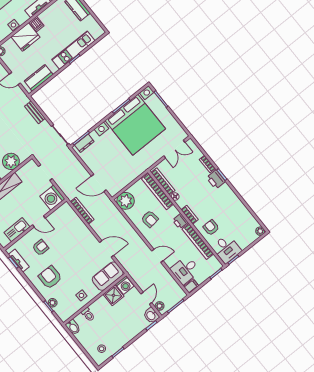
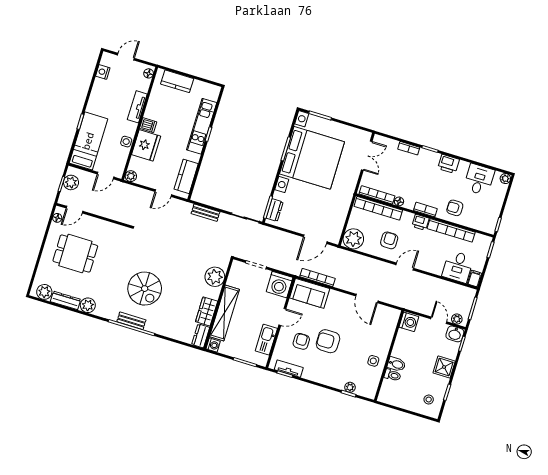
printer: (216, 179) -> (449, 164), moved
armchair: (150, 219) -> (389, 240), turned -83
door: (107, 249) -> (367, 298), swing flipped
desk: (227, 249) -> (479, 180), moved, turned -90
door: (157, 256) -> (405, 266), moved
sofa: (108, 276) -> (310, 293), moved, turned -90
armchair: (50, 277) -> (328, 341), moved
shower: (113, 295) -> (444, 367), moved
bidet: (73, 327) -> (396, 364), moved

